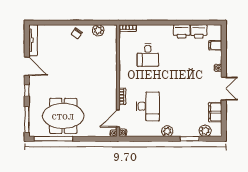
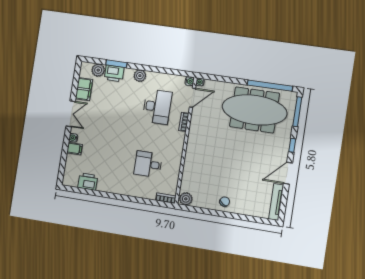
plant: (98, 30) -> (186, 199), moved
printer: (182, 31) -> (114, 73), moved, turned 180
filing cabinet: (215, 45) -> (74, 149), moved
desk: (148, 55) -> (148, 164), turned -90
door: (27, 66) -> (288, 173), hinge flipped
double door: (224, 89) -> (71, 114), swing flipped
desk: (148, 106) -> (157, 107), turned 180
meeting table: (63, 116) -> (255, 110), width x1.36

